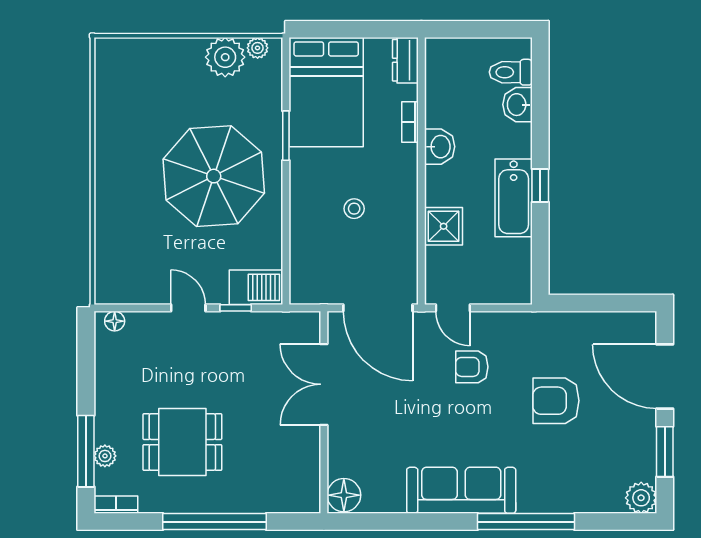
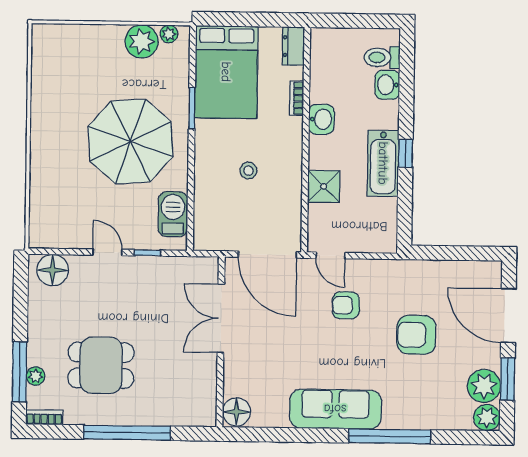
barbecue: (256, 287) -> (173, 214), moved, turned -90
floor lamp: (115, 321) -> (53, 270), width x1.89, depth x1.89
plant: (637, 460) -> (484, 386), added

